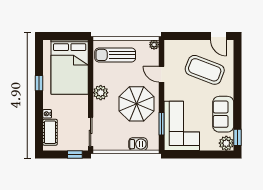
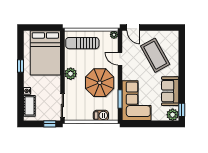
door: (218, 36) -> (133, 28), moved
coffee table: (205, 70) -> (155, 55), turned 40

